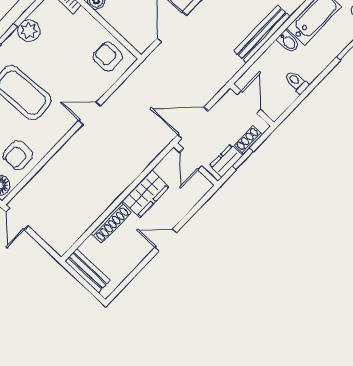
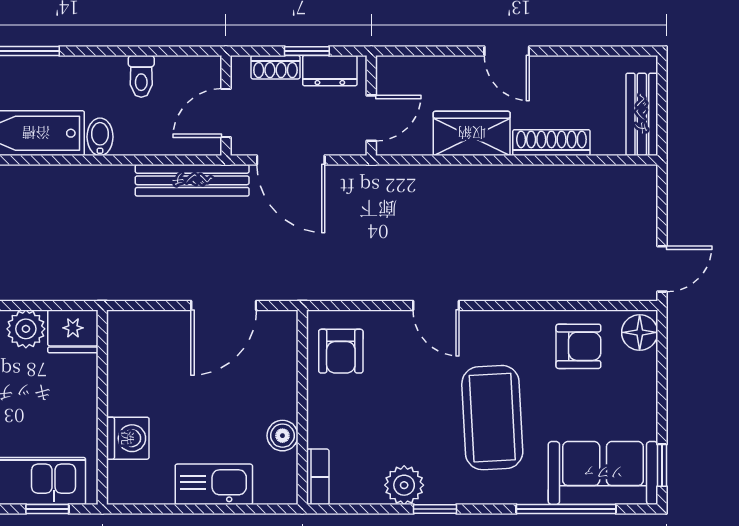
bench: (262, 34) -> (192, 180), moved
door: (193, 123) -> (291, 160), moved

